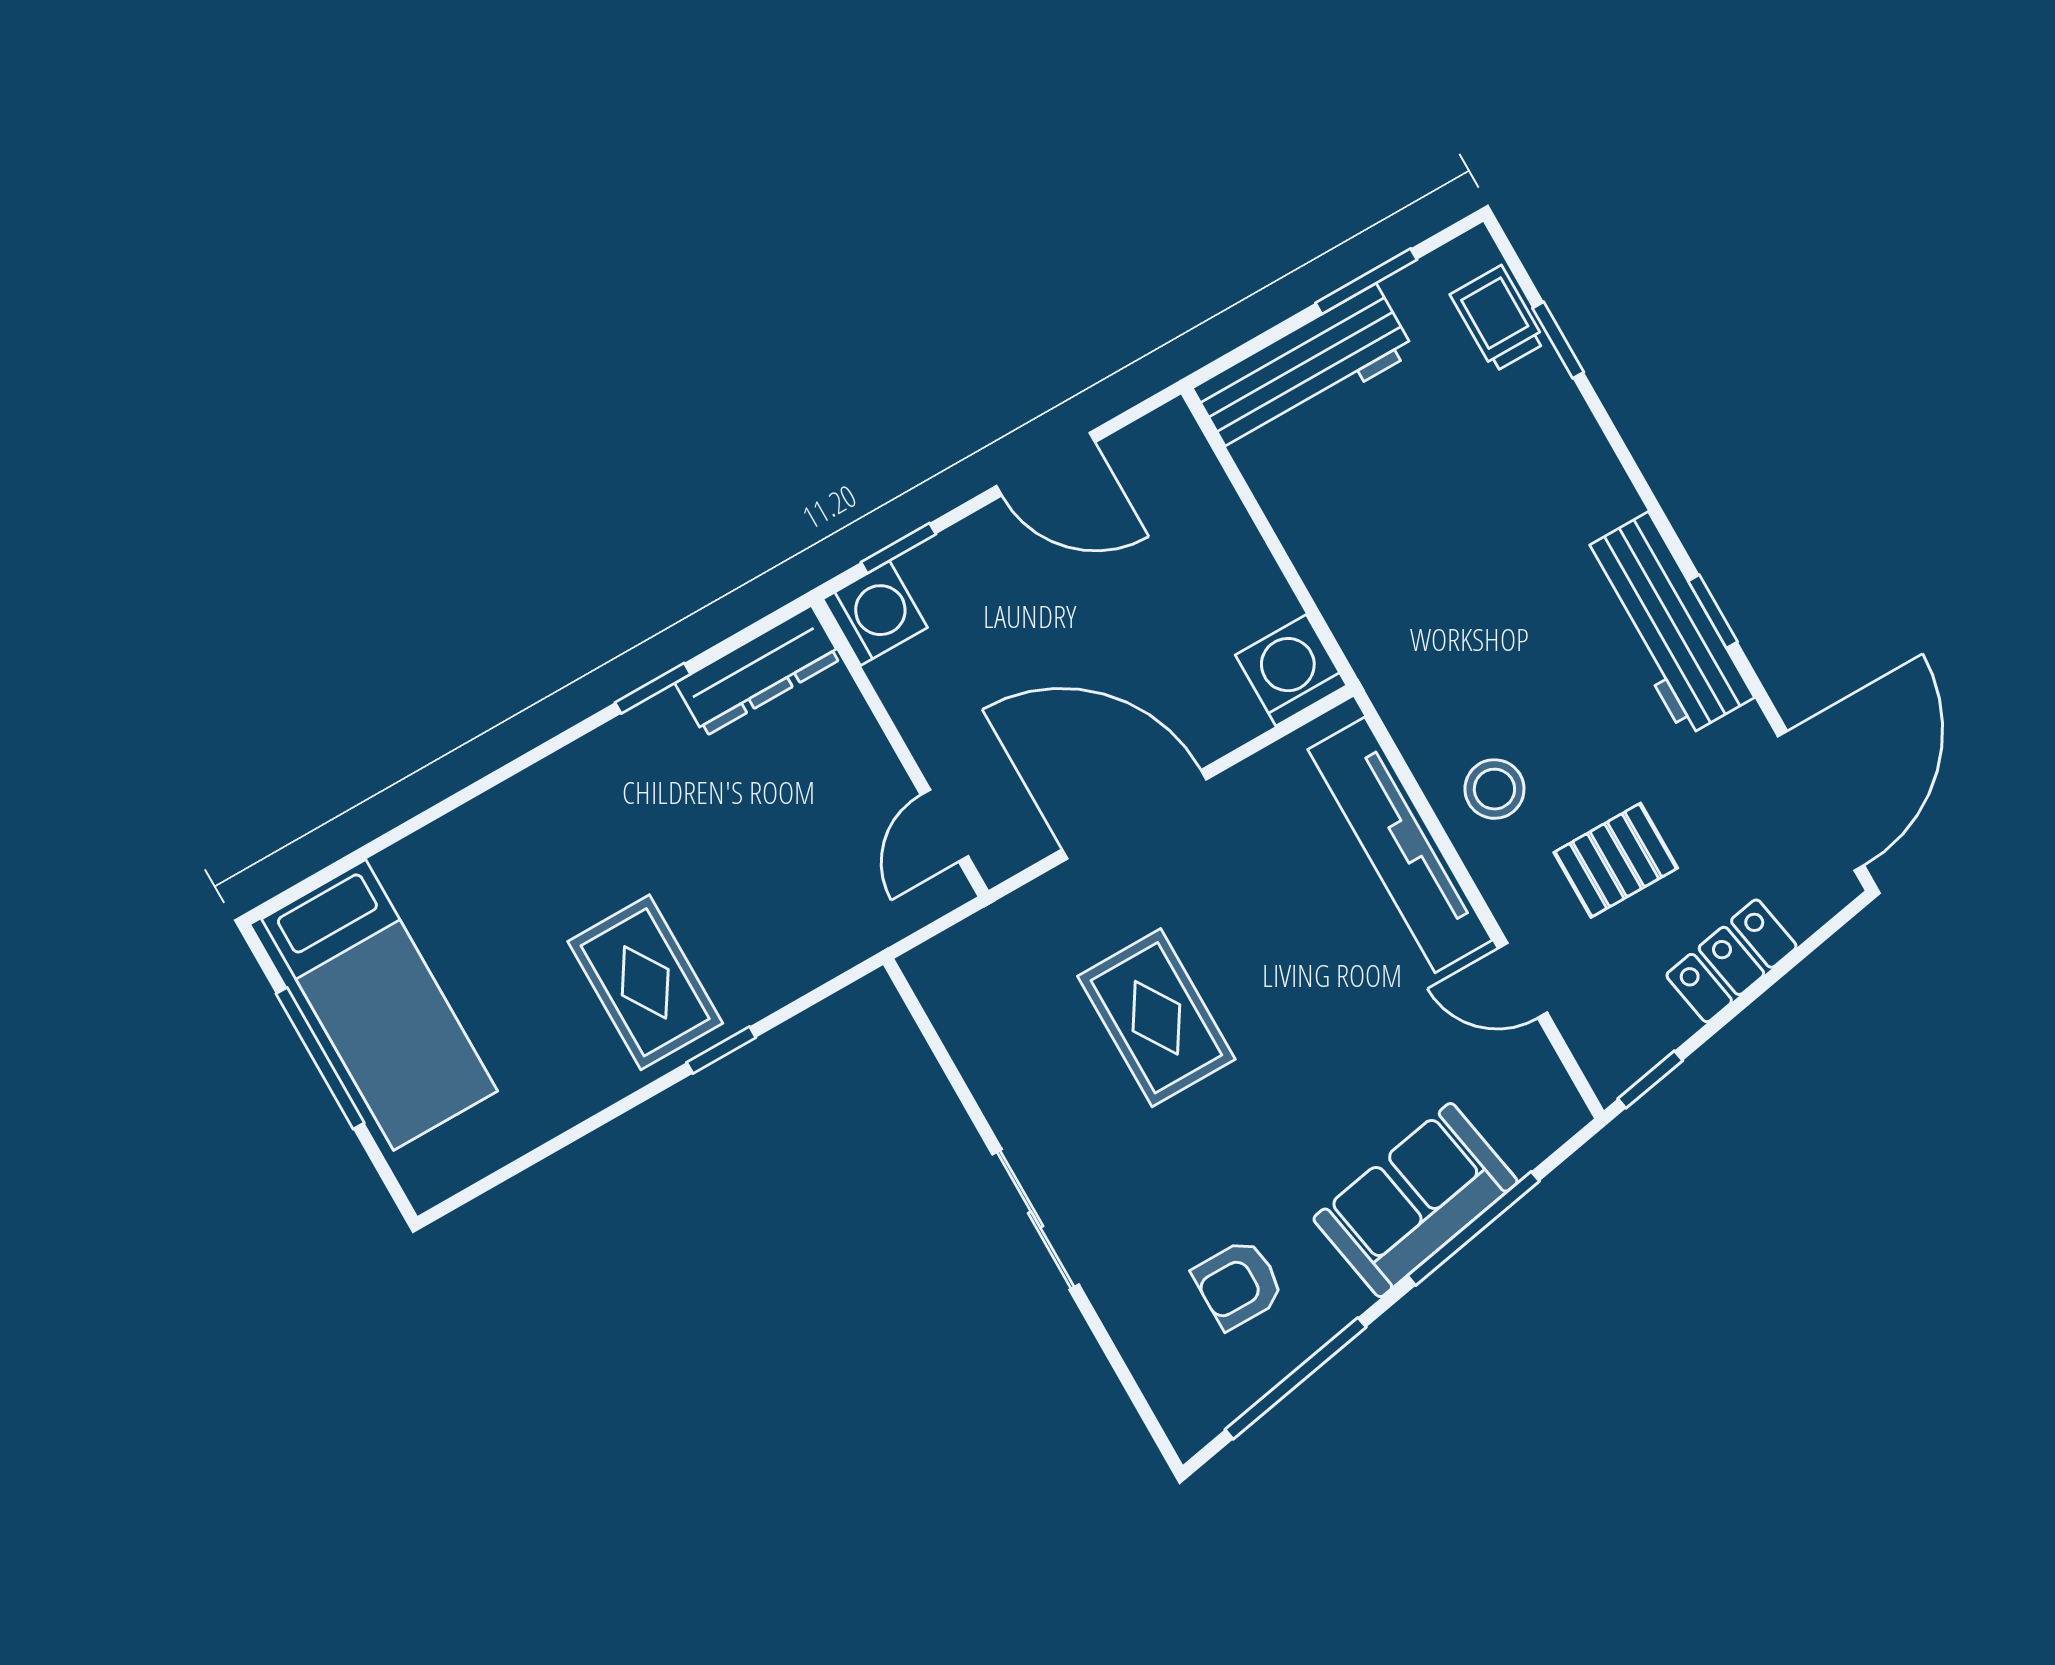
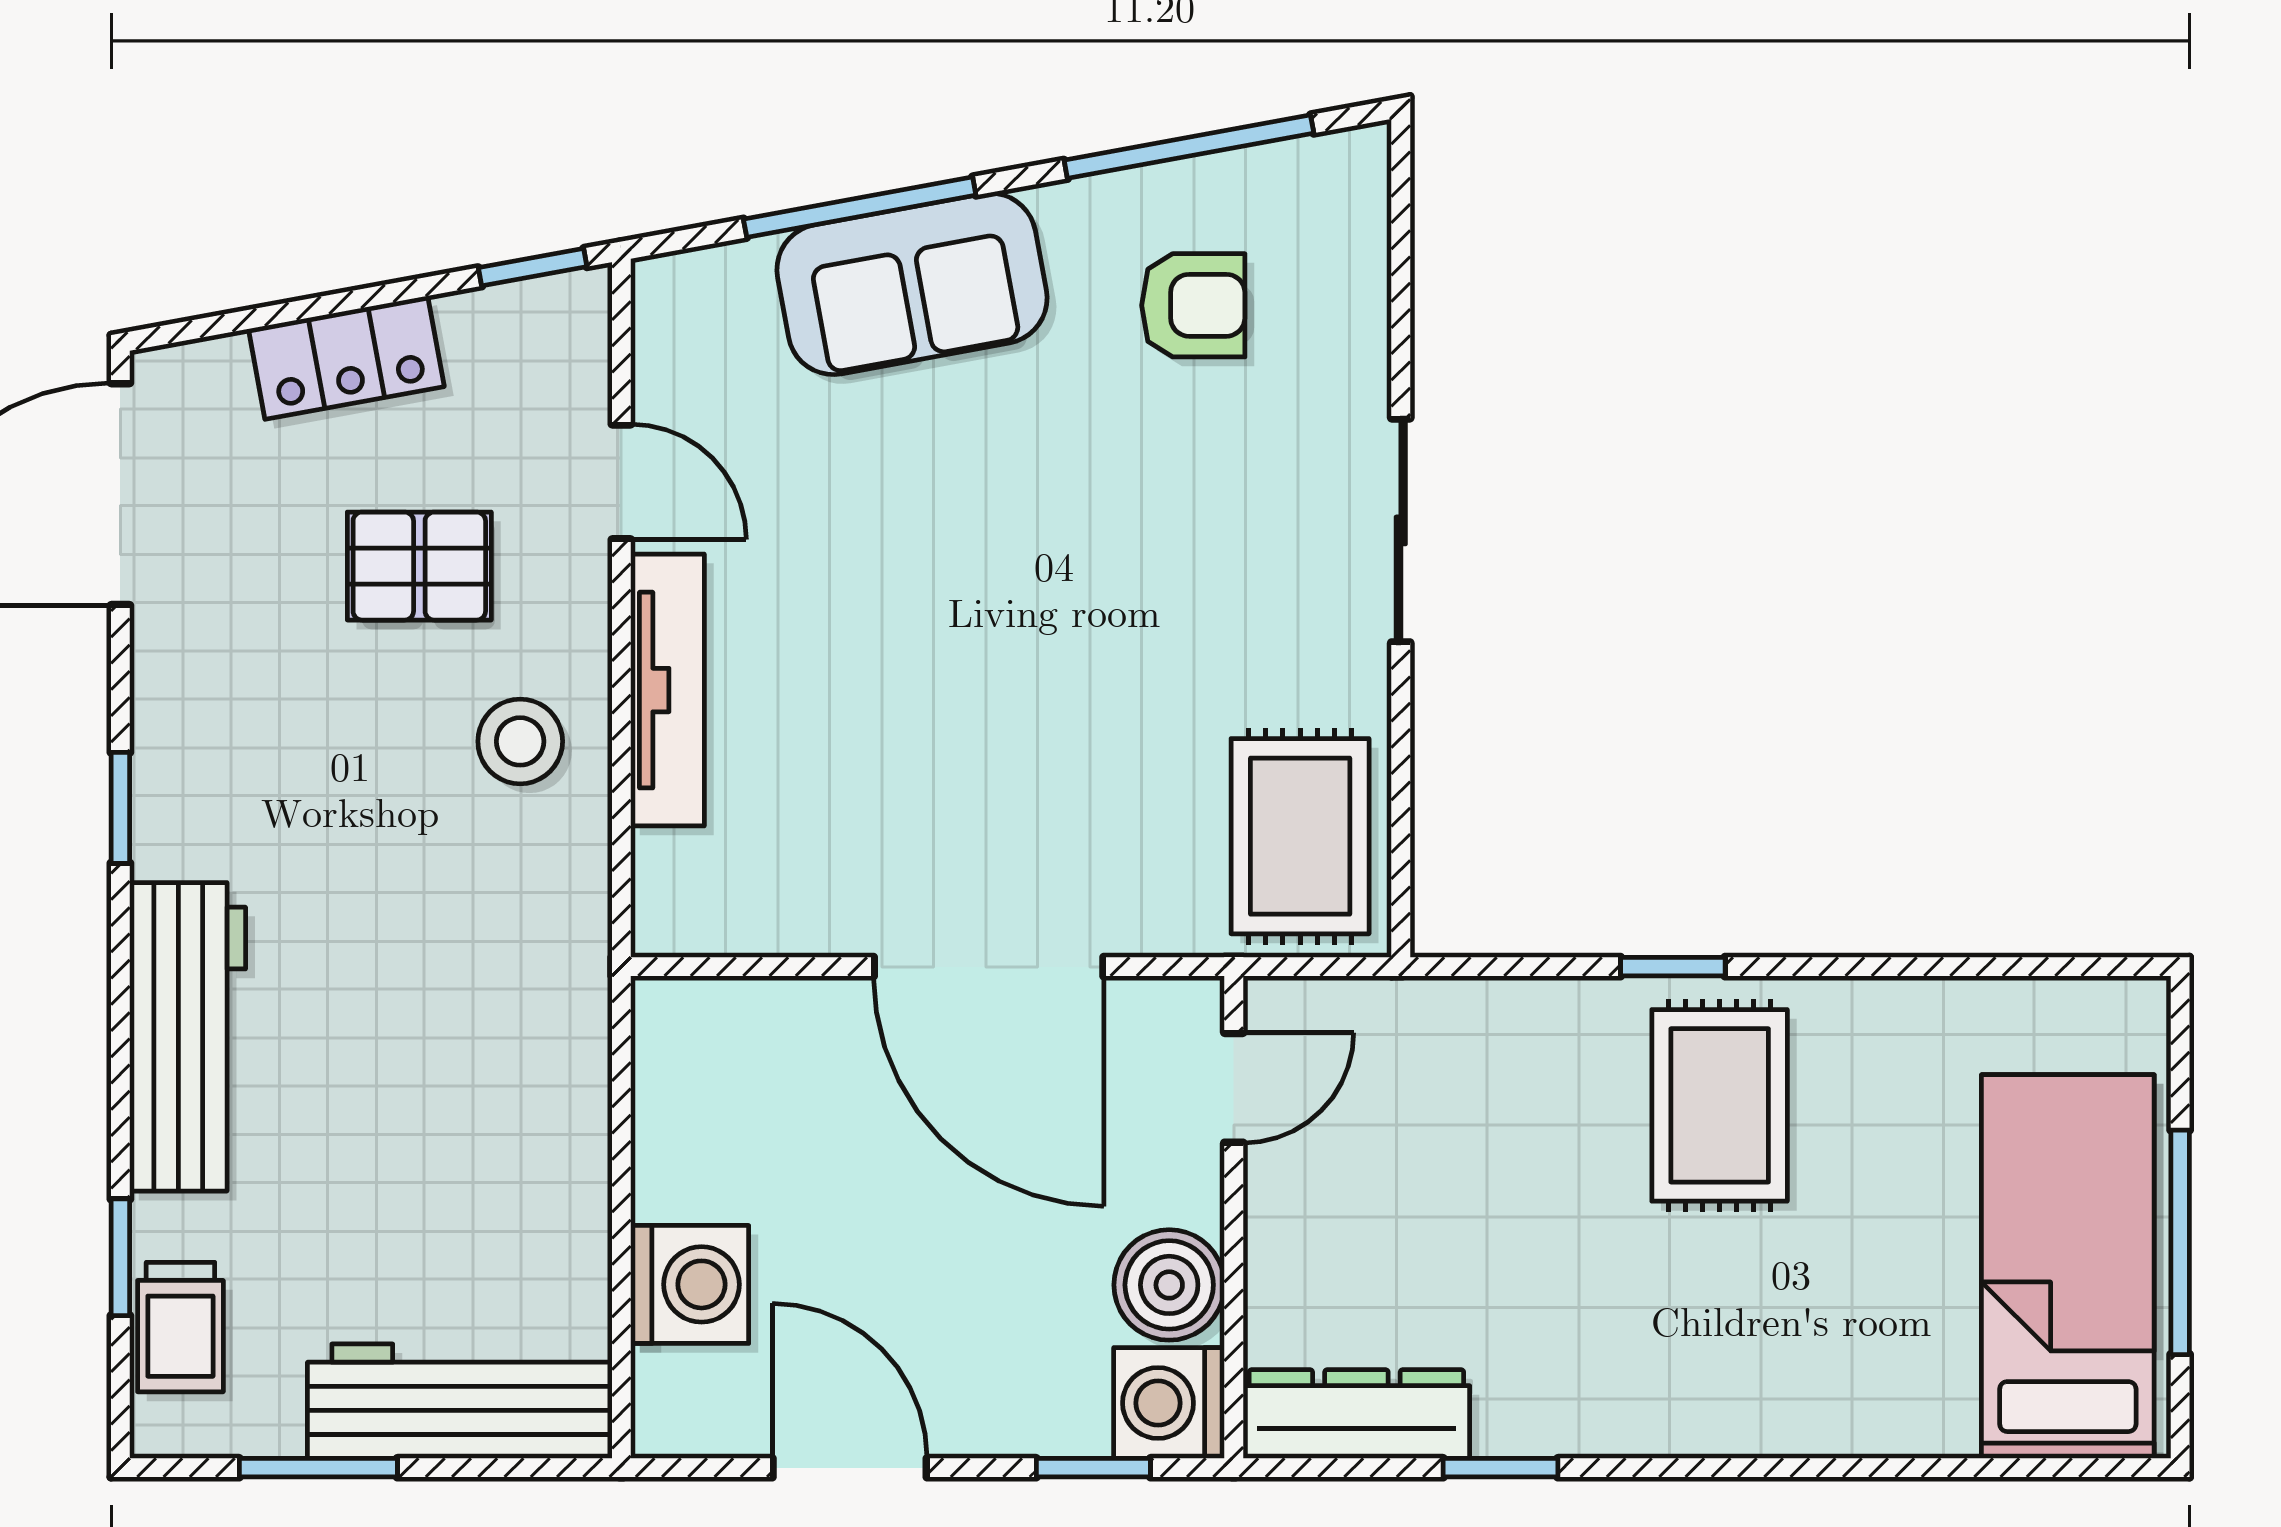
workbench: (1667, 625) -> (188, 1037), moved
washing machine: (1291, 670) -> (690, 1284), moved, turned -90
boiler: (916, 684) -> (1169, 1285), added
tv unit: (1400, 845) -> (667, 690), width x0.73, depth x0.78
rug: (1156, 1018) -> (1300, 836), moved

